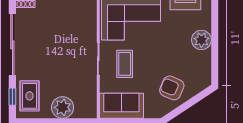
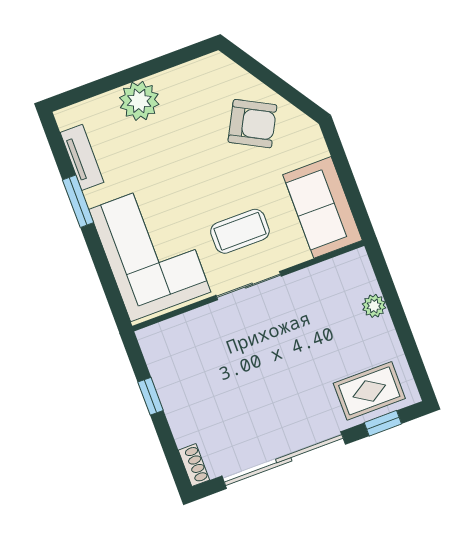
armchair: (172, 88) -> (252, 124), turned -85
plant: (63, 107) -> (374, 306), width x0.53, depth x0.53

